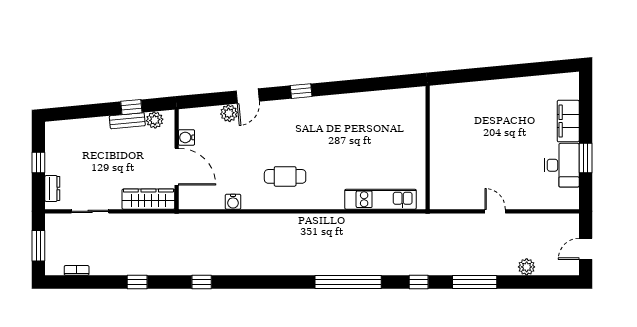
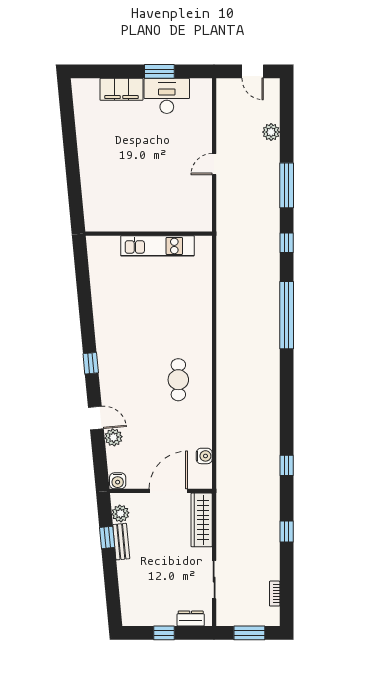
water cooler: (187, 137) -> (118, 481), moved
kitchen unit: (381, 199) -> (157, 246), moved, turned -90
water cooler: (233, 202) -> (204, 456), moved

